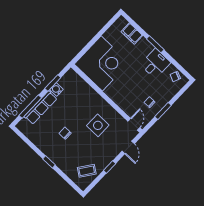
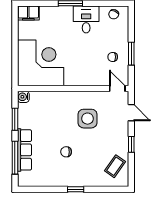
filing cabinet: (132, 34) -> (28, 13), moved
water cooler: (56, 89) -> (23, 97), moved

